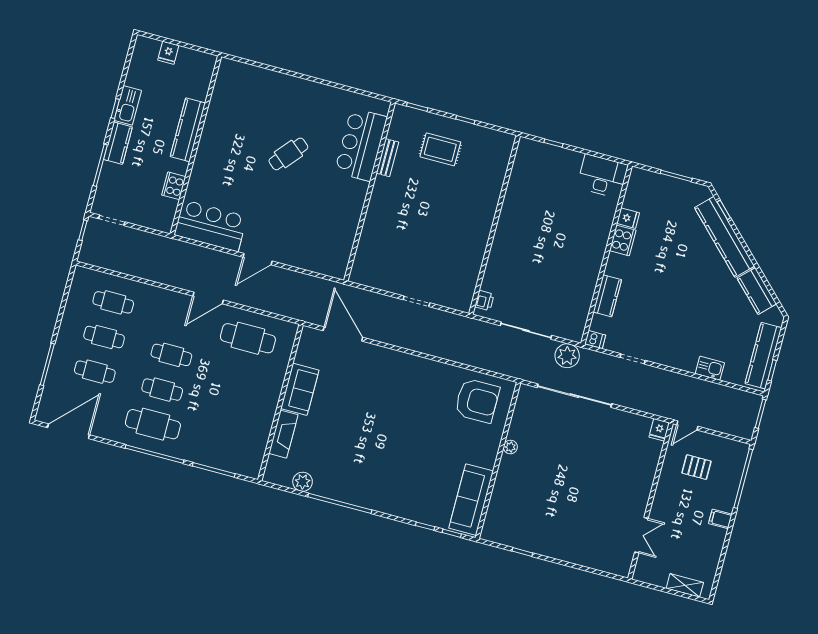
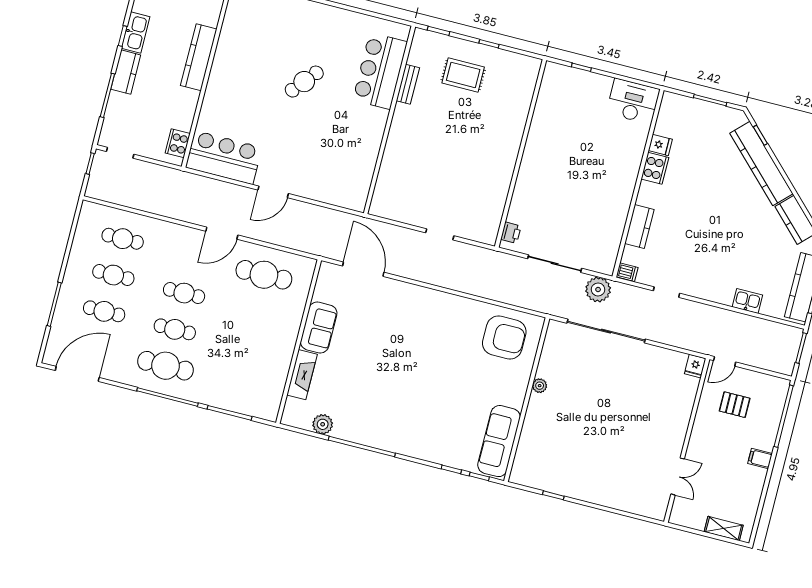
cooker: (174, 186) -> (178, 143), moved

